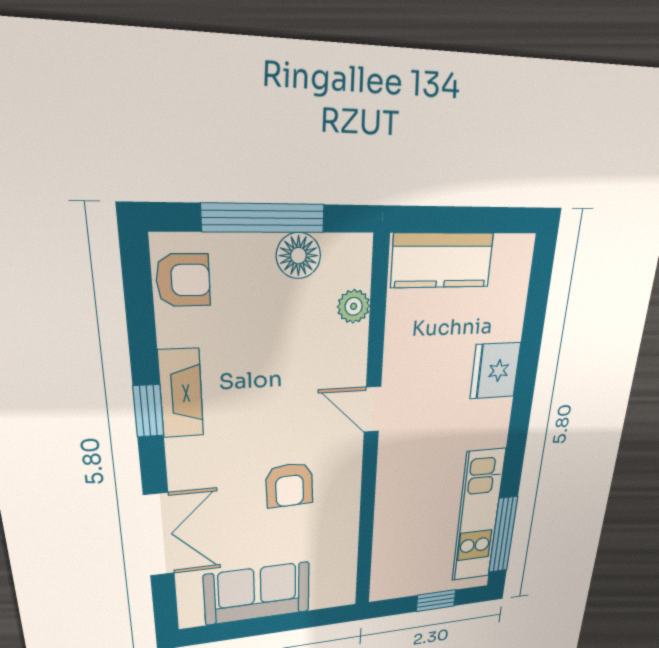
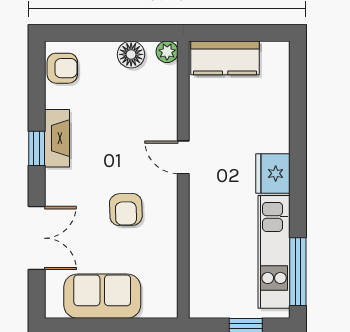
window: (264, 218) -> (110, 33), removed
plant: (354, 306) -> (167, 52), moved
fridge: (495, 371) -> (273, 173), moved

